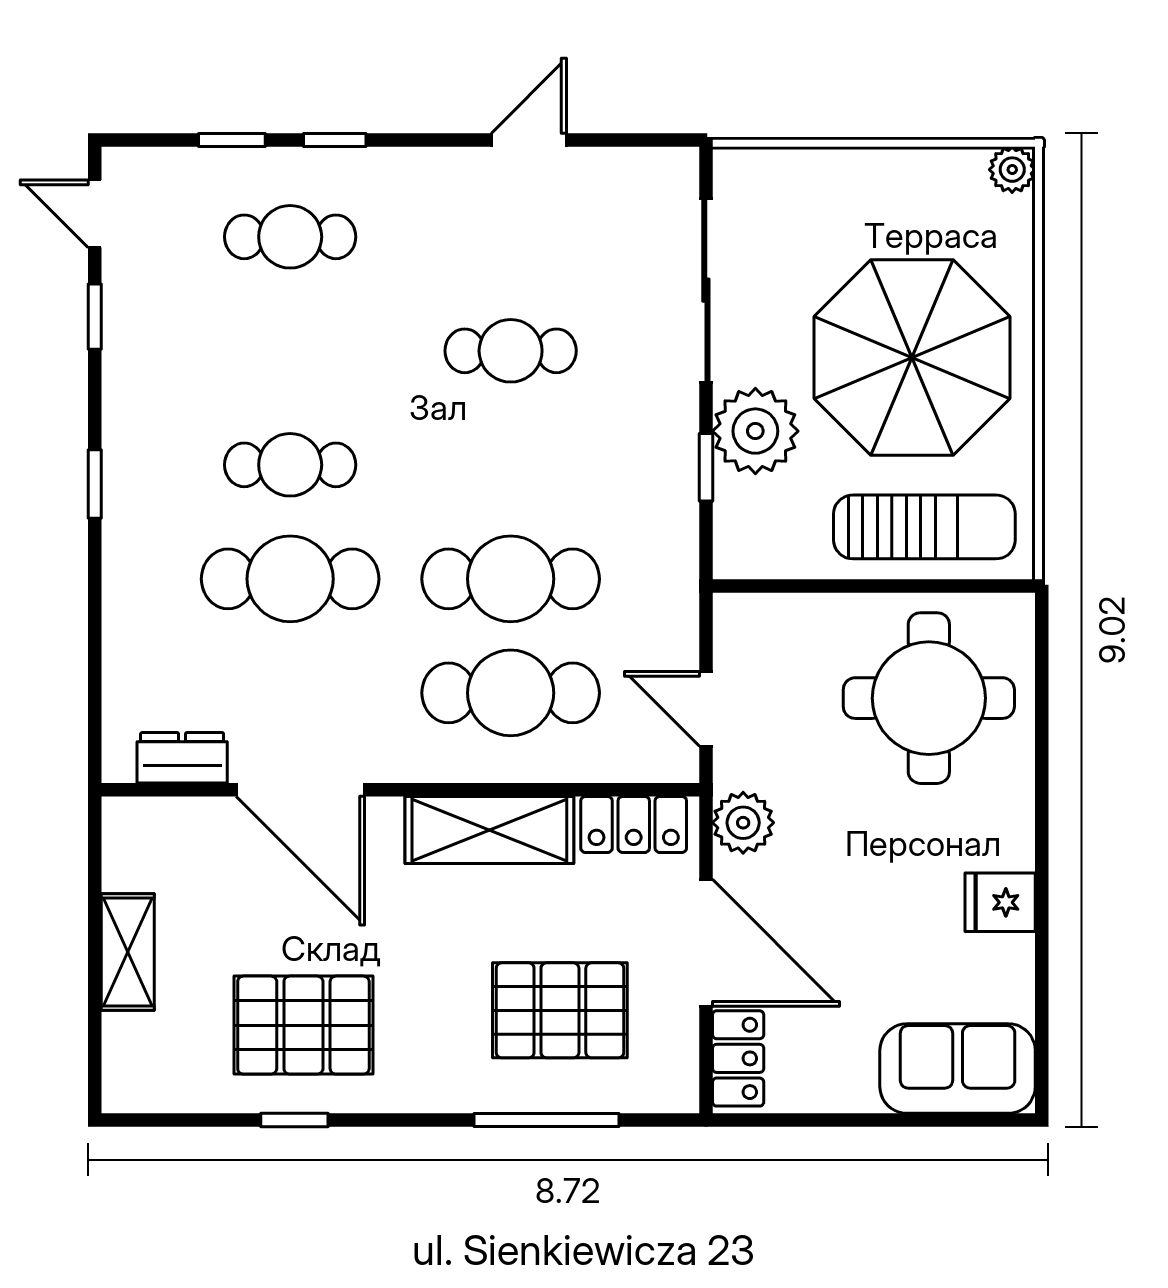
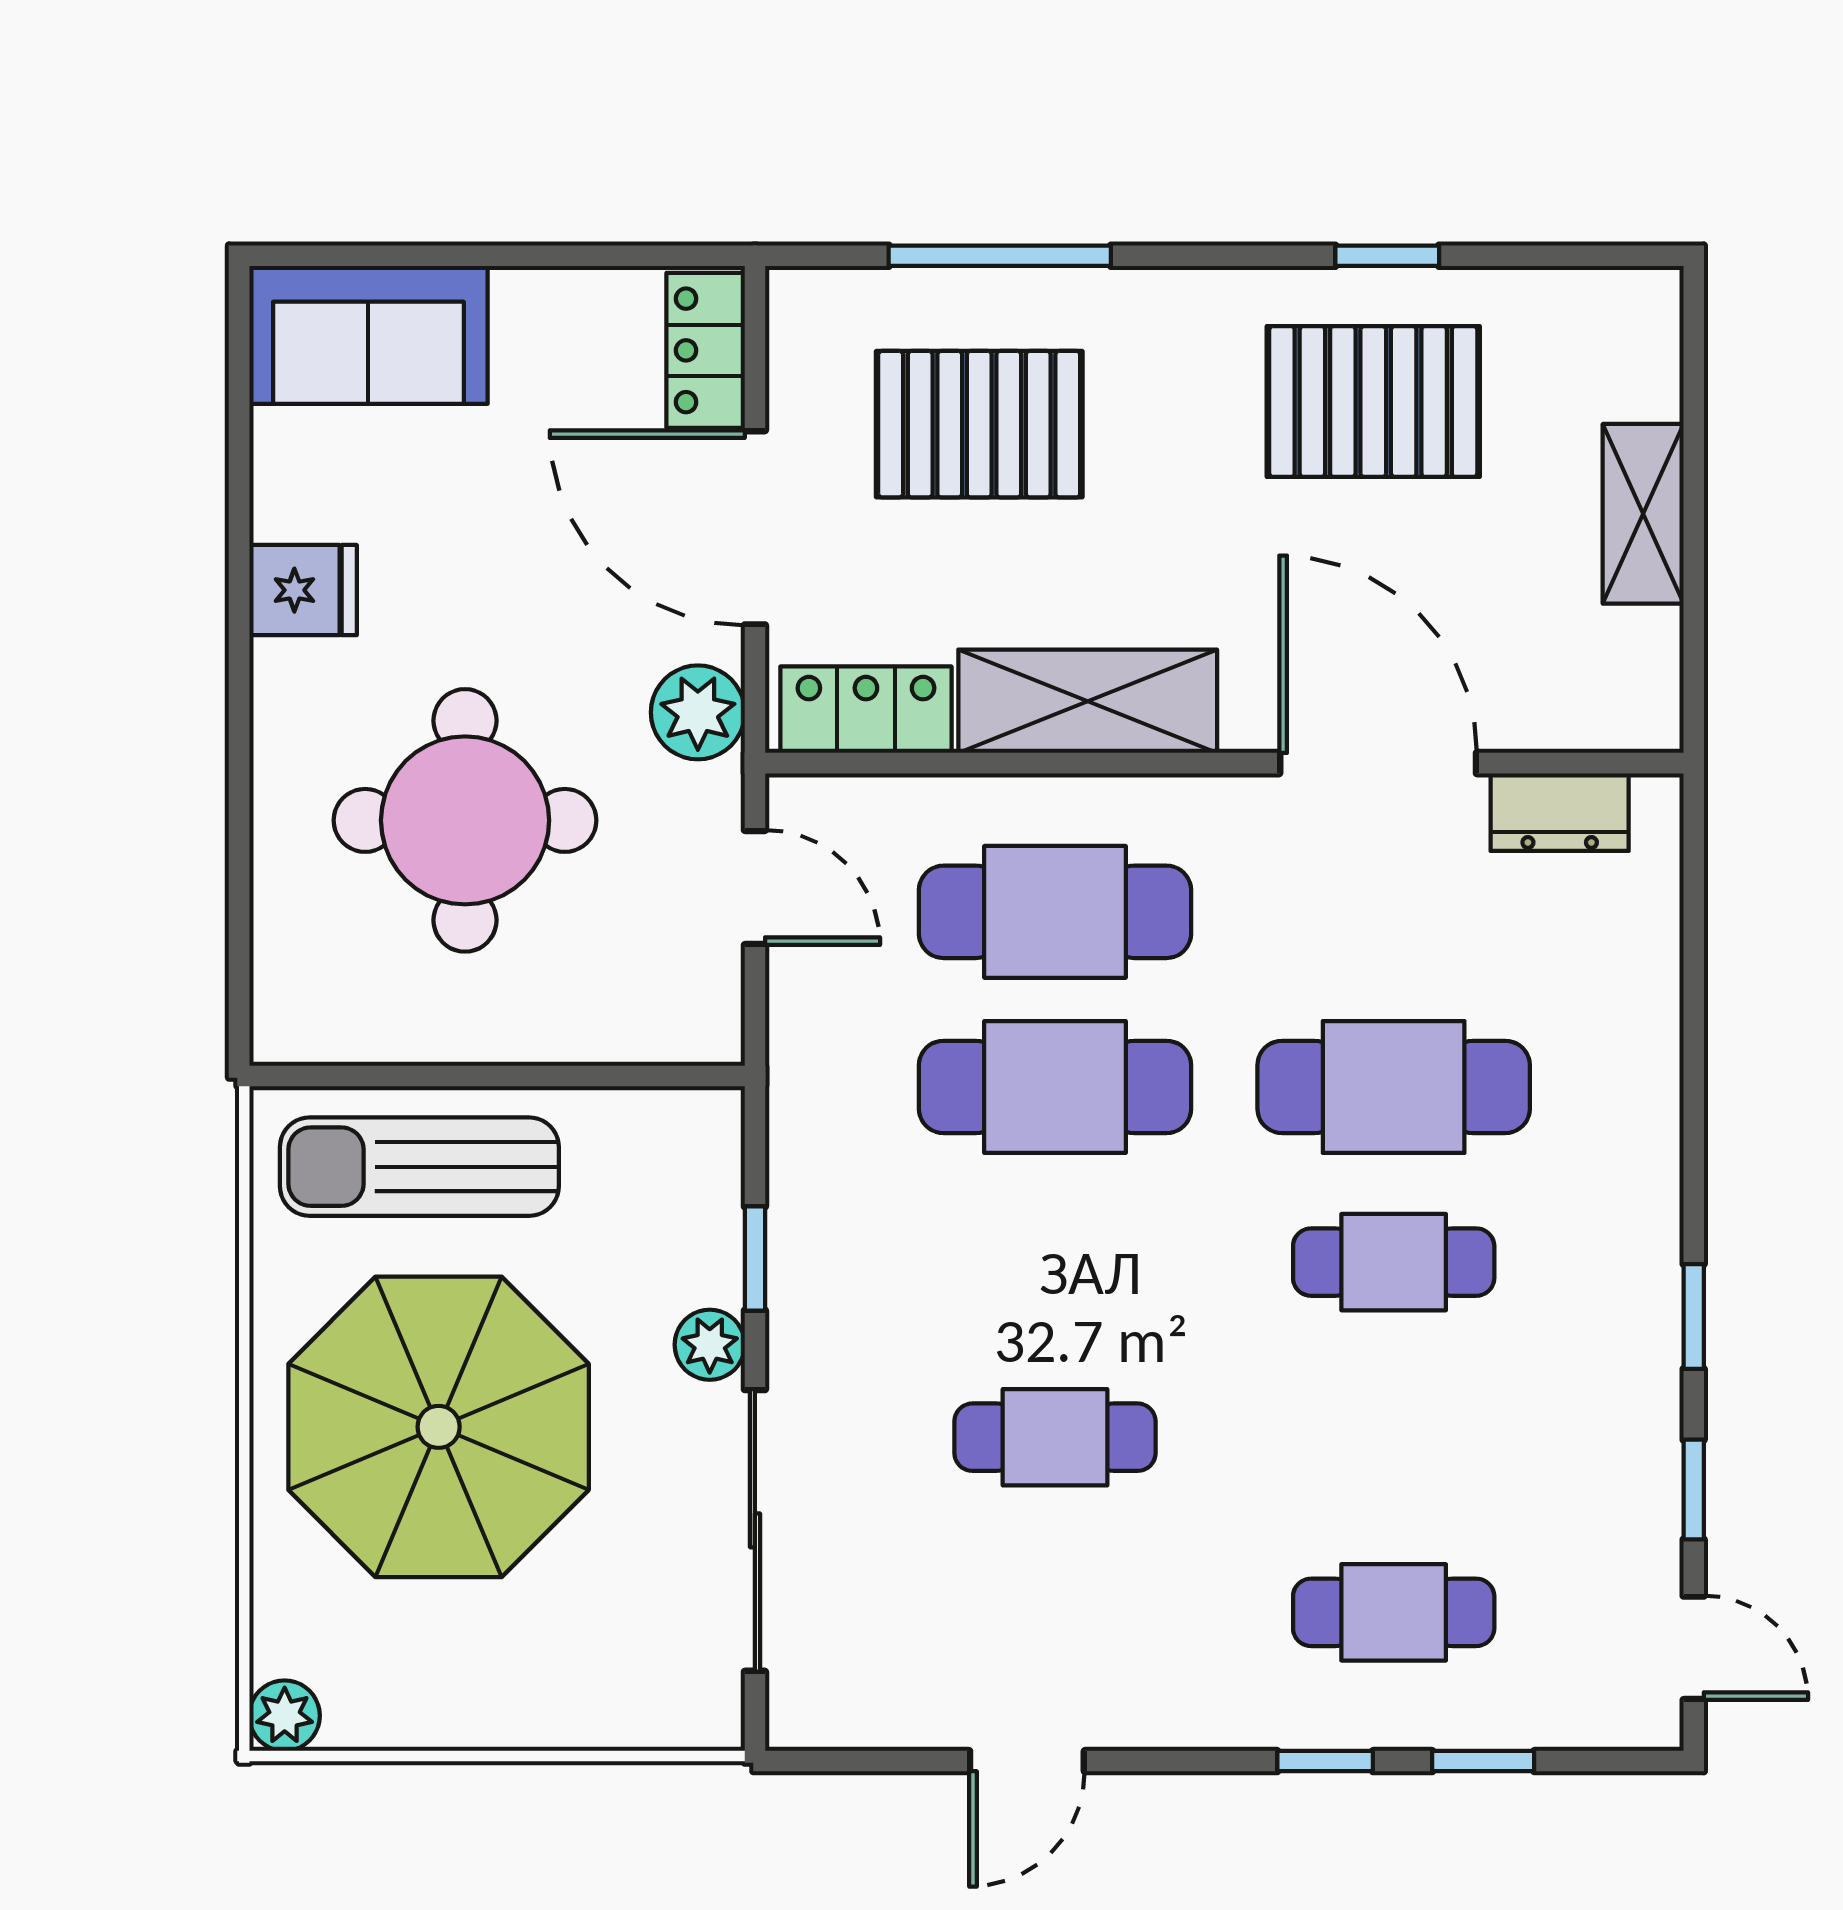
plant: (755, 431) -> (710, 1345), width x0.53, depth x0.53
window: (95, 484) -> (1694, 1317), moved
round table: (929, 698) -> (465, 820), moved

